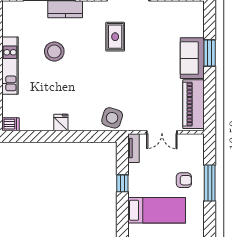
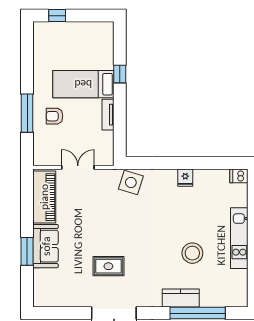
rug: (115, 37) -> (108, 266), moved, turned 90
tv unit: (134, 148) -> (108, 115), moved
window: (122, 183) -> (120, 74), moved

